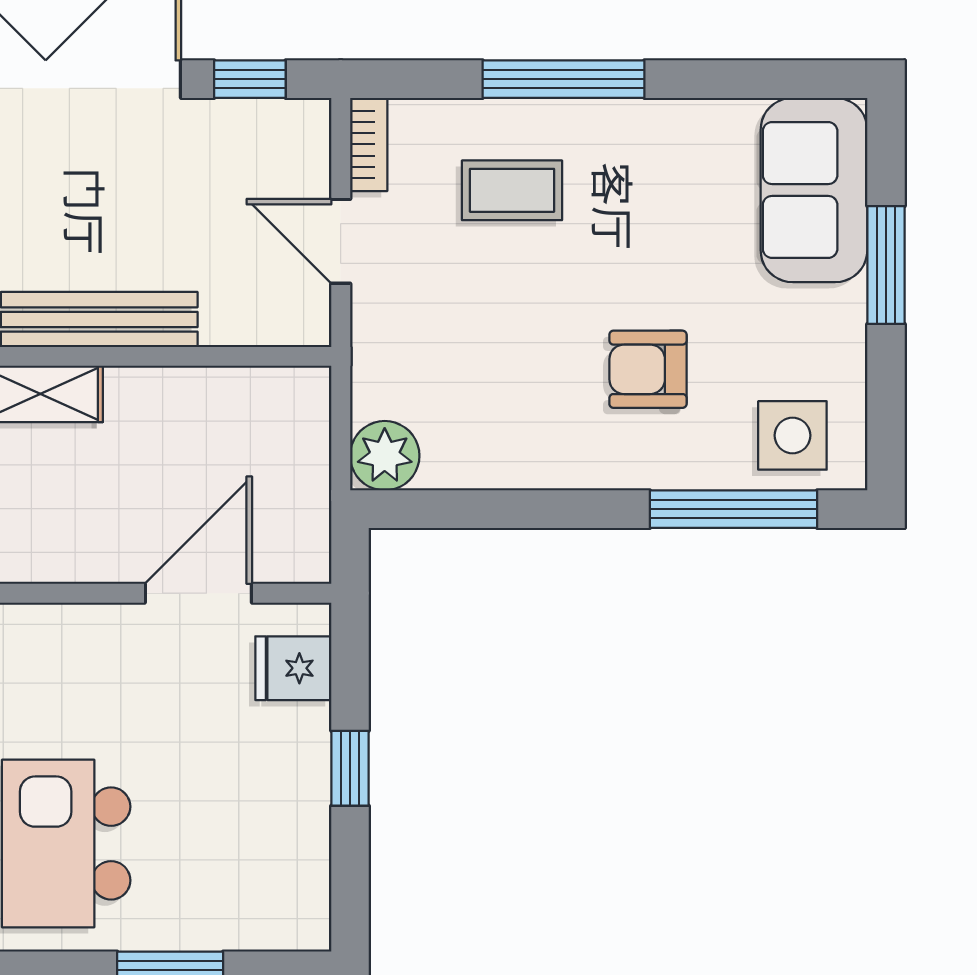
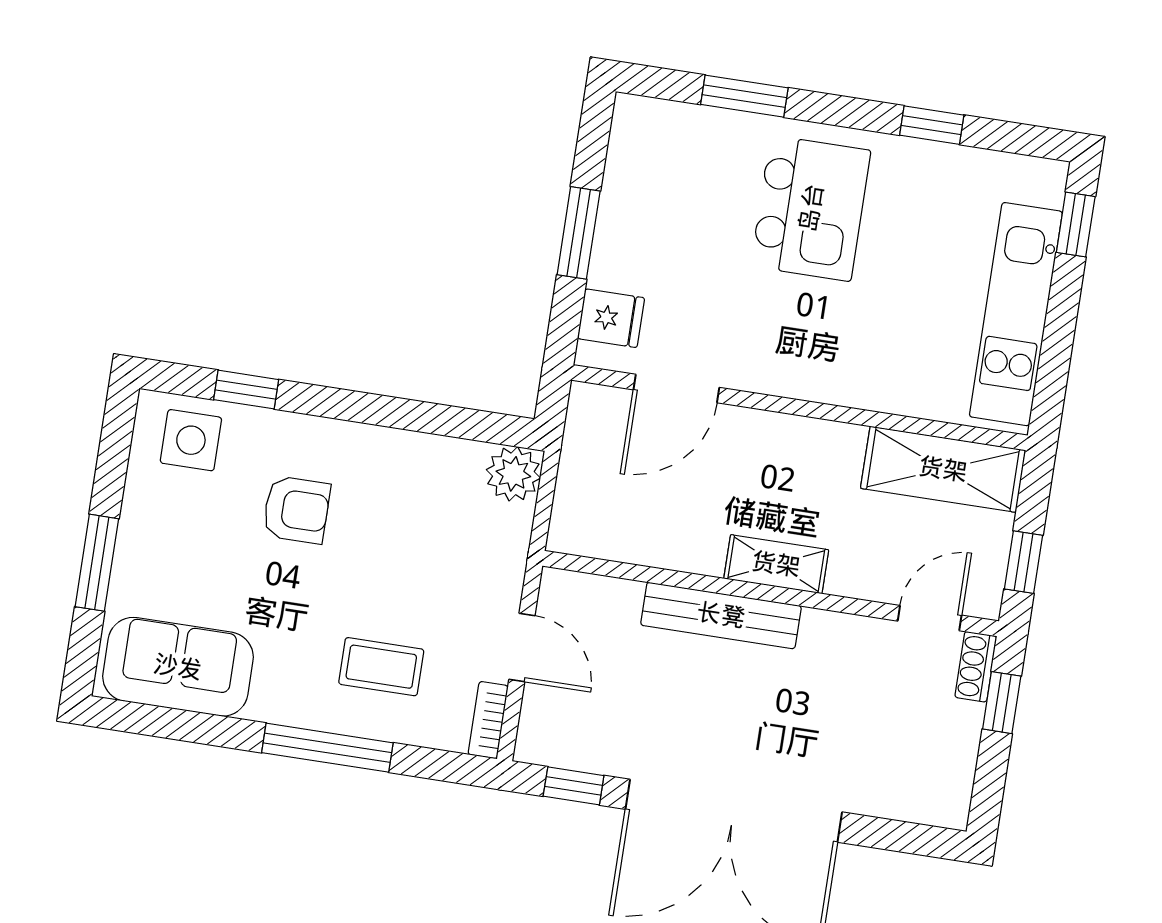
sofa: (814, 190) -> (178, 667), moved, turned -90
window: (734, 509) -> (246, 390), width x0.46
window: (350, 768) -> (579, 233), width x1.50

